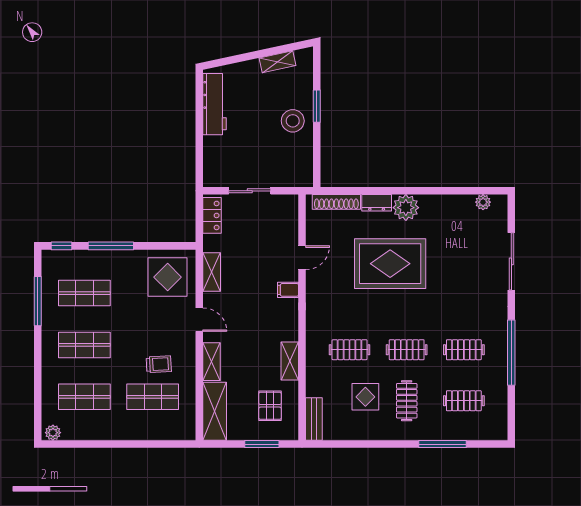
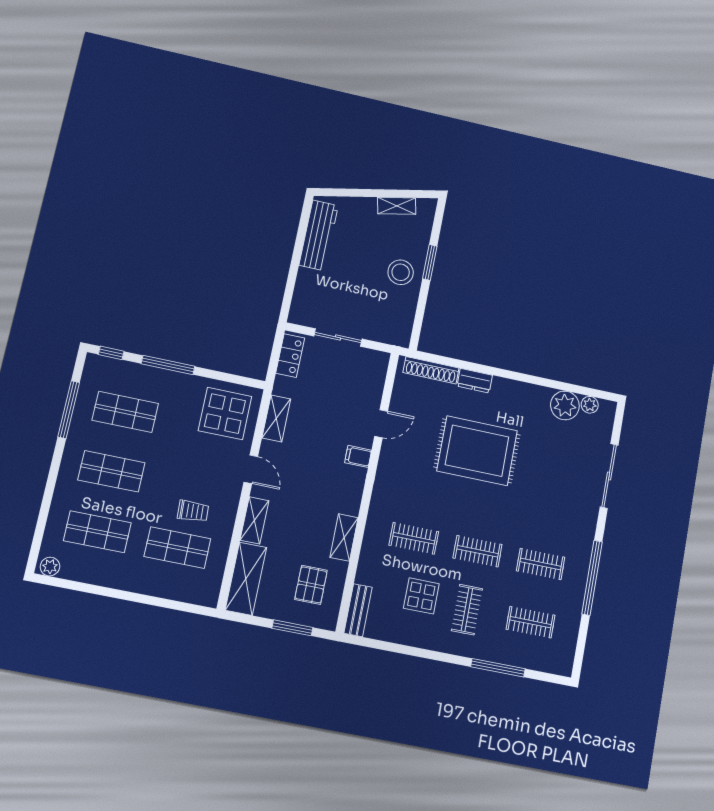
plant: (406, 208) -> (565, 405), moved

